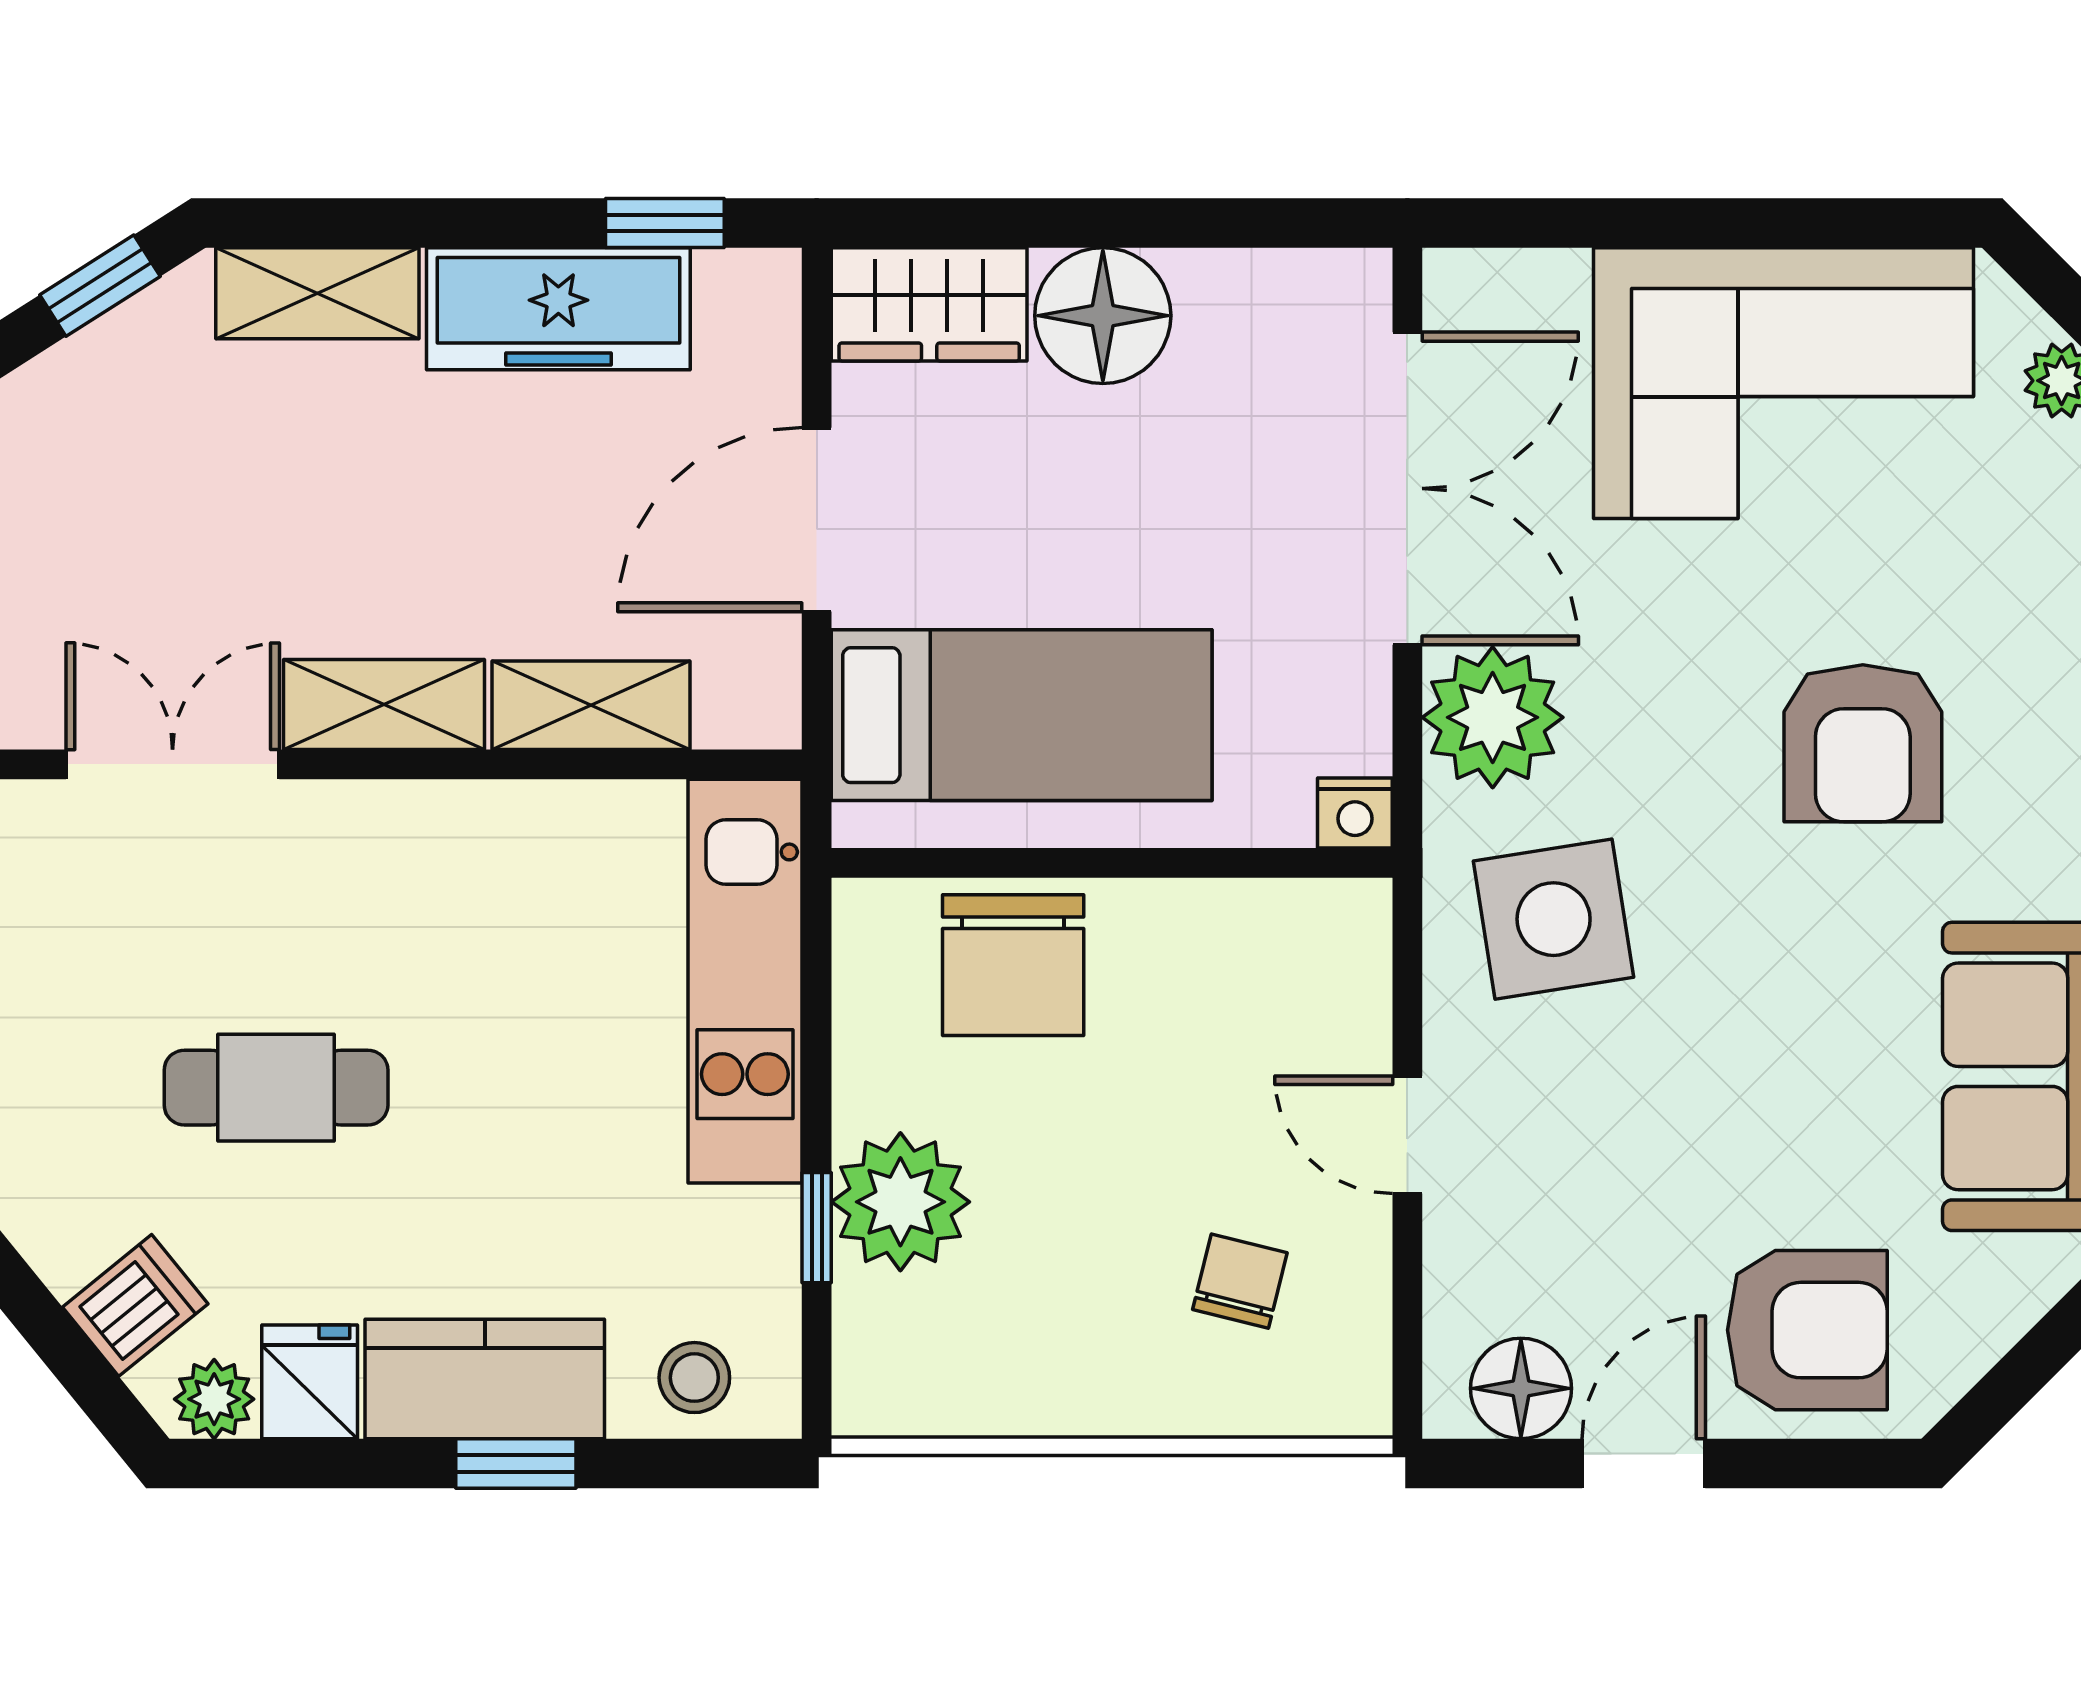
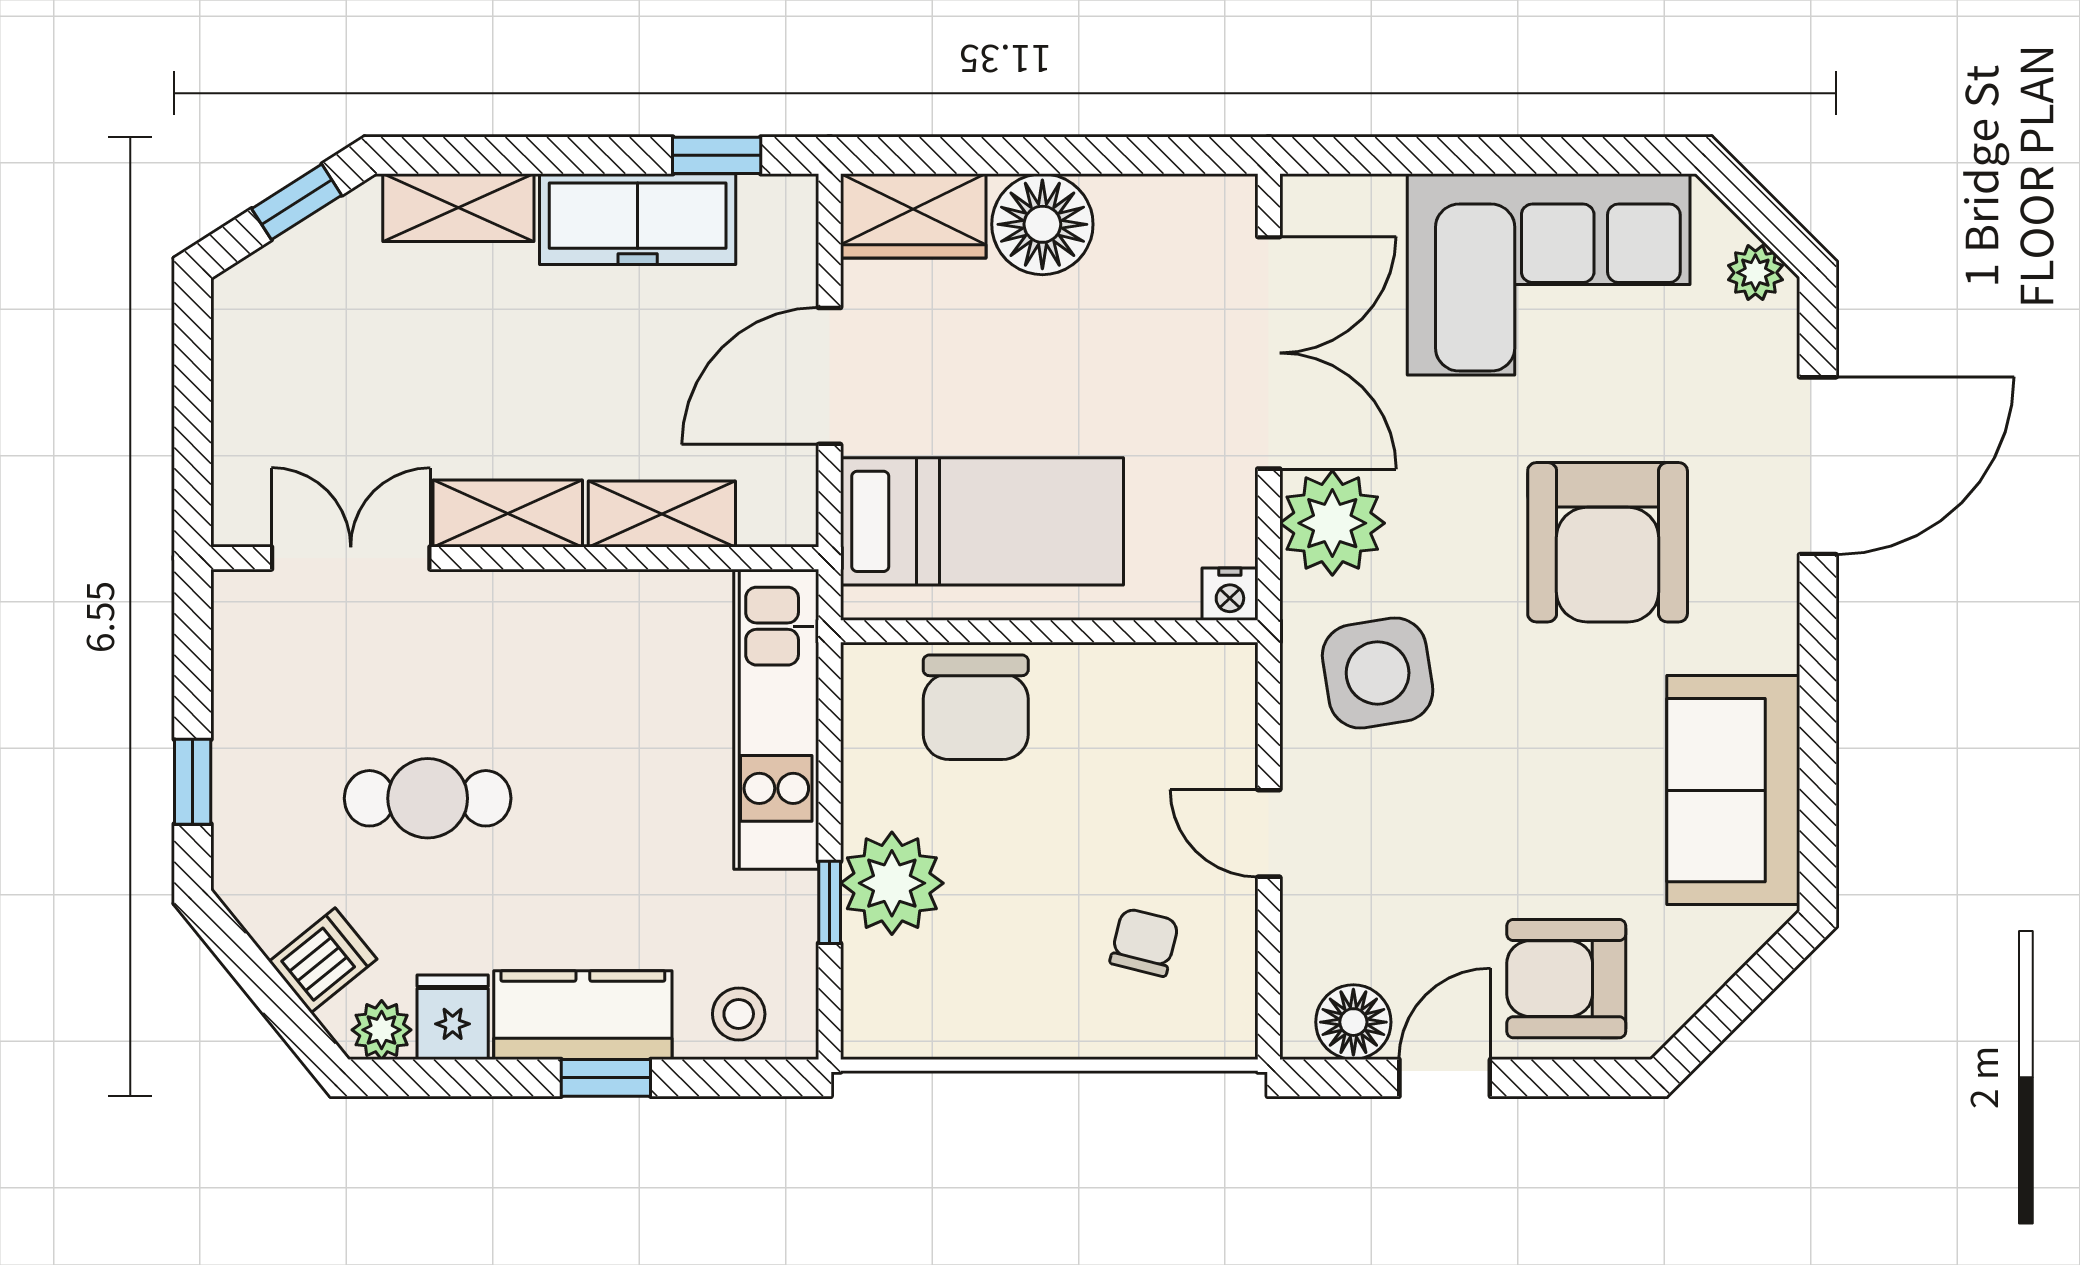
armchair: (1863, 743) -> (1608, 542), width x1.36, depth x1.36
armchair: (1807, 1330) -> (1566, 979), turned 180

